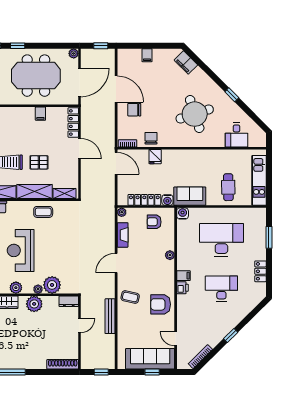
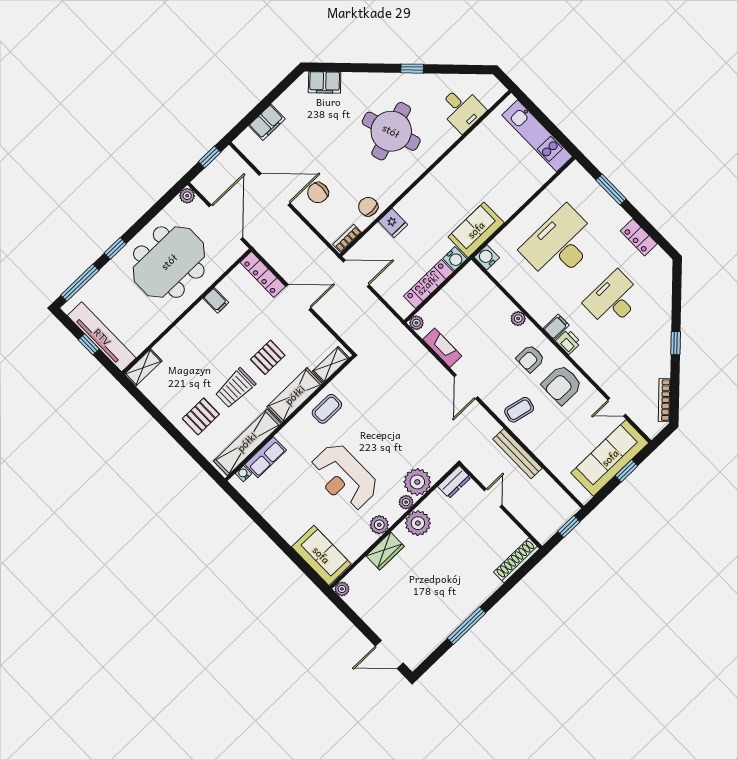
filing cabinet: (147, 55) -> (267, 122), width x2.00
cafe table: (228, 187) -> (510, 177), removed
armchair: (154, 222) -> (530, 359), moved

